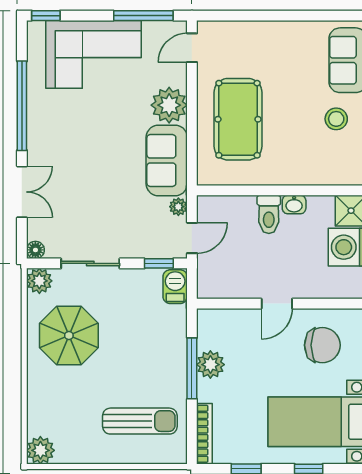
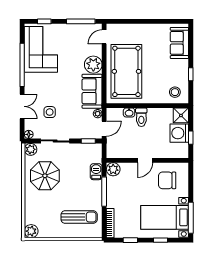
window: (46, 16) -> (44, 21), moved
corner sofa: (93, 54) -> (41, 49), moved, turned -90
pool table: (238, 119) -> (126, 71), width x1.36, depth x1.32
stool: (336, 119) -> (175, 92), moved
side table: (79, 203) -> (50, 112), added
washbasin: (294, 204) -> (129, 113), moved
barbecue: (175, 287) -> (96, 172), moved
chair: (322, 345) -> (167, 180), turned 180
plant: (210, 365) -> (113, 169), moved

